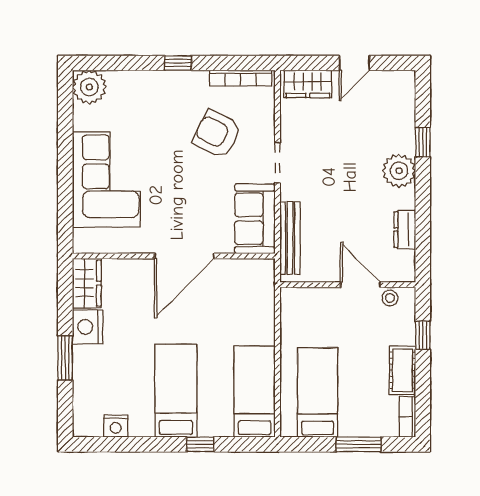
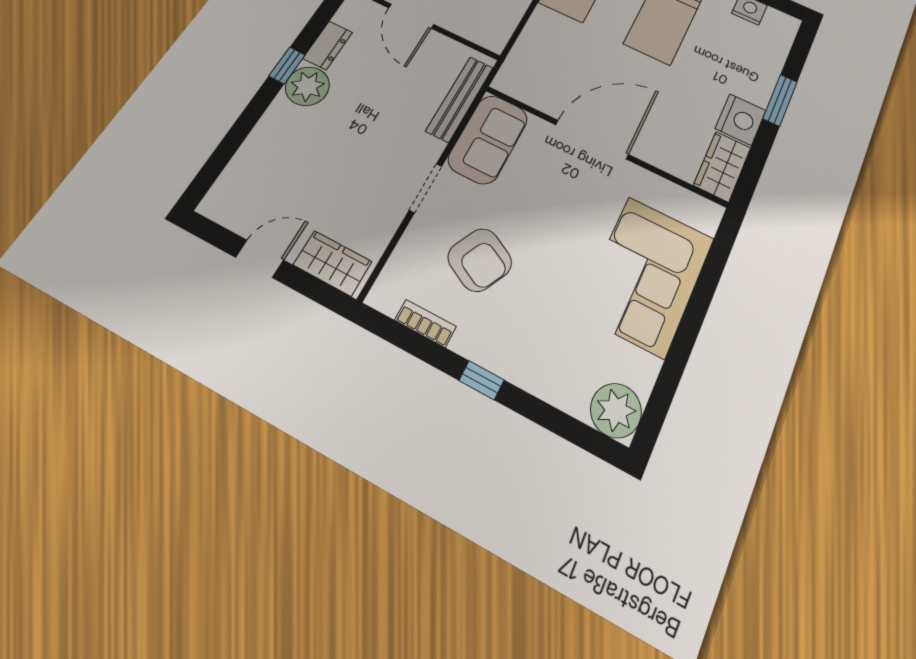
bookcase: (241, 78) -> (425, 323), width x0.64
window: (423, 142) -> (287, 65), moved
plant: (399, 171) -> (307, 86), moved

